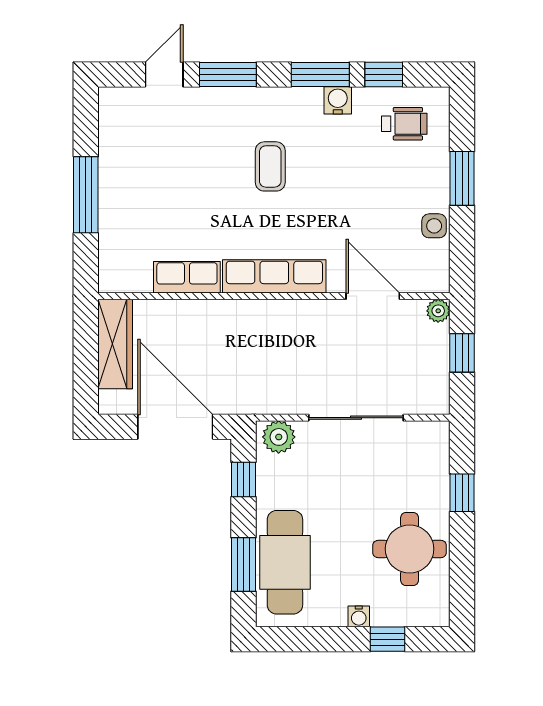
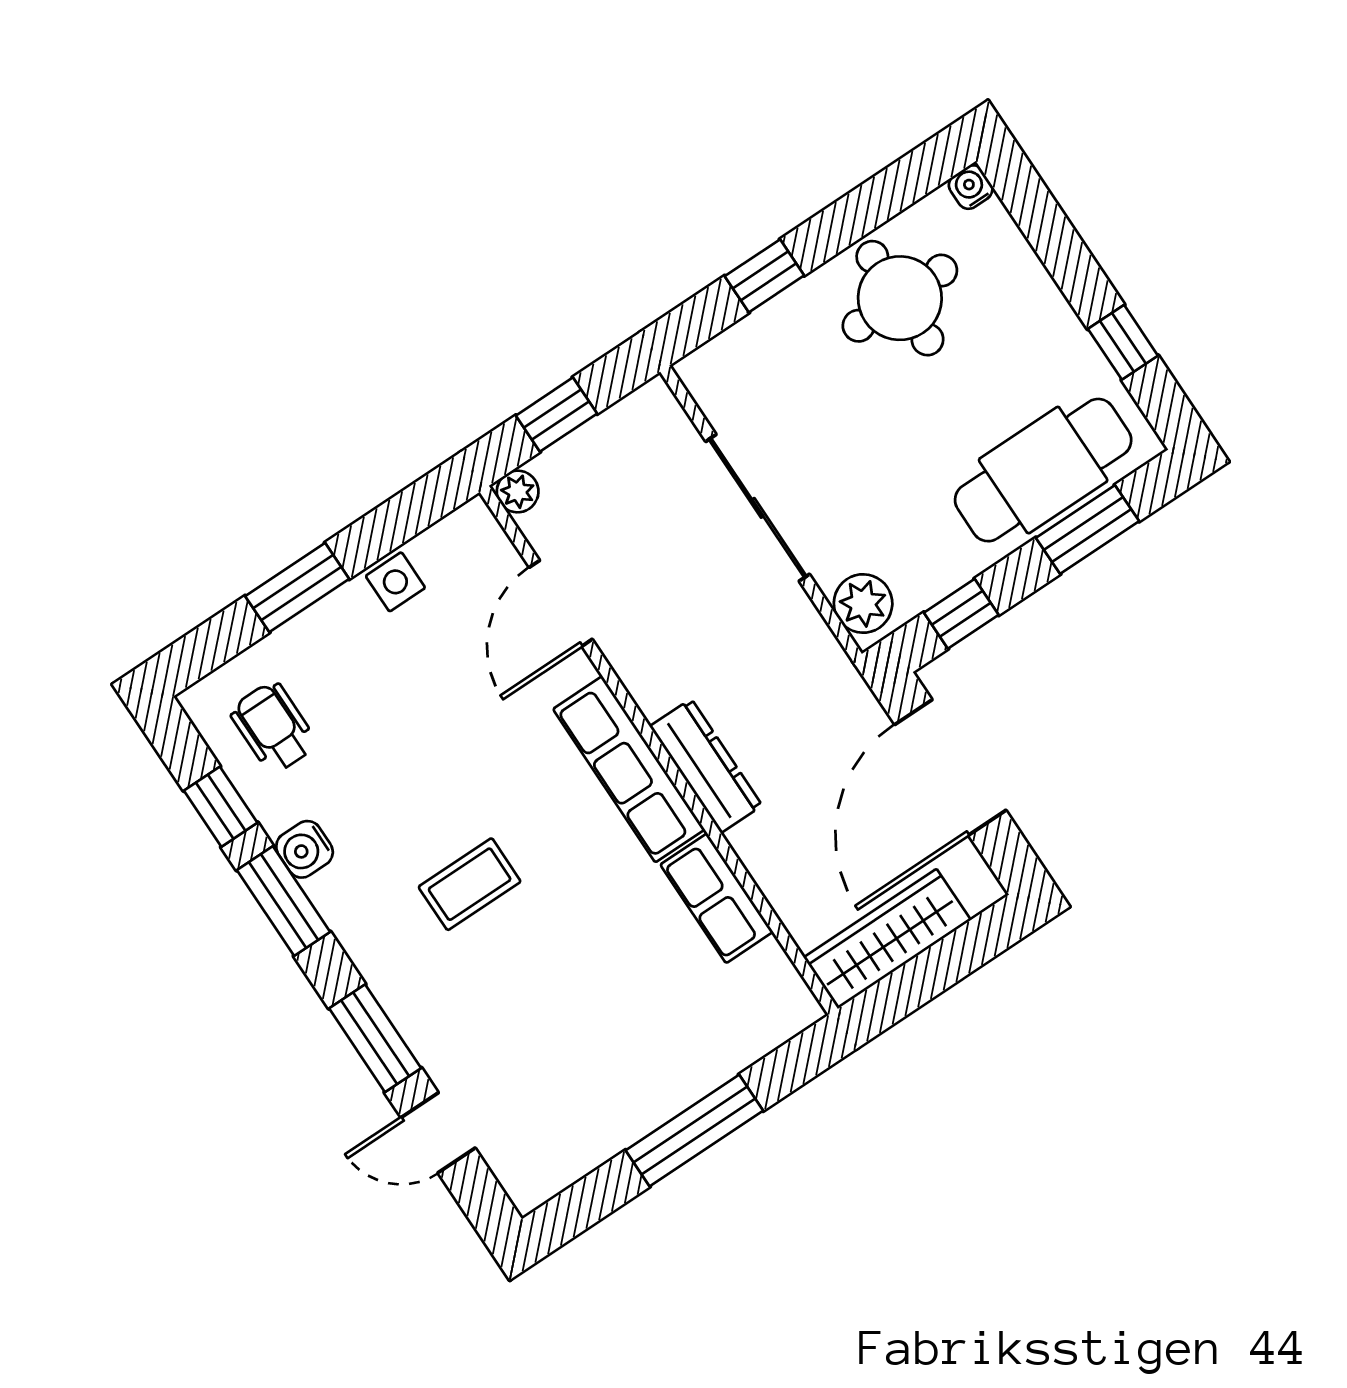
dresser: (252, 313) -> (706, 766), added
water cooler: (359, 616) -> (971, 187), moved, turned -90
window: (387, 639) -> (1123, 342), moved

